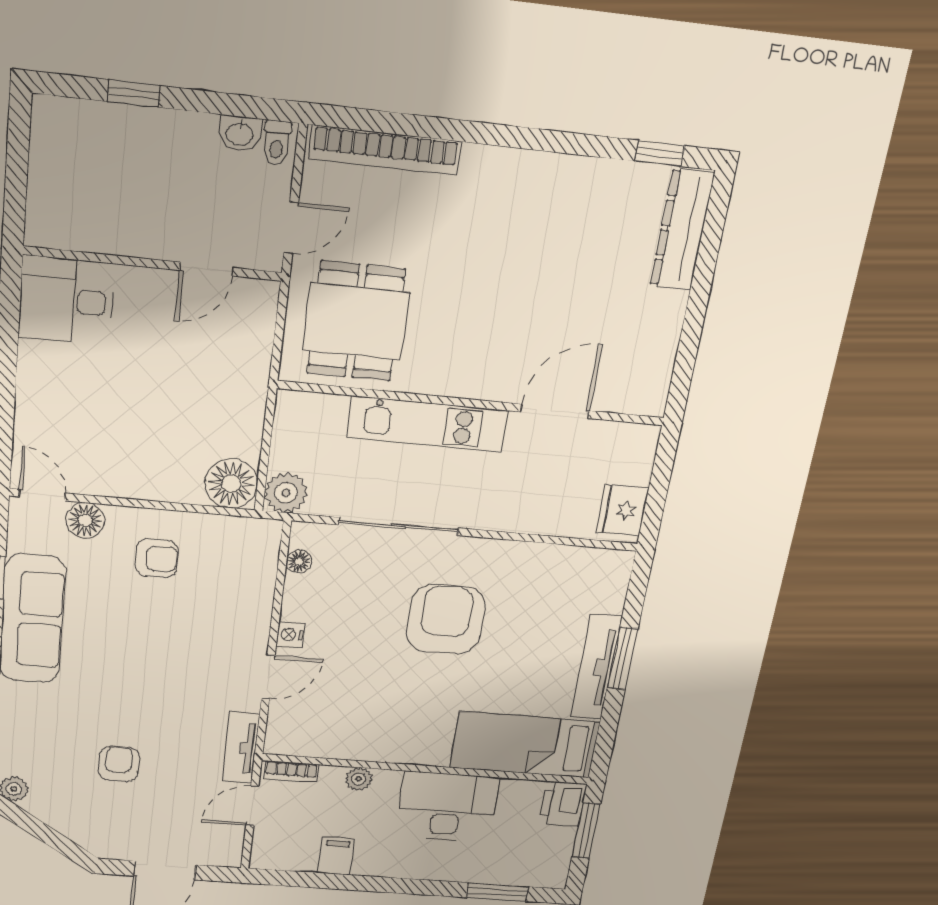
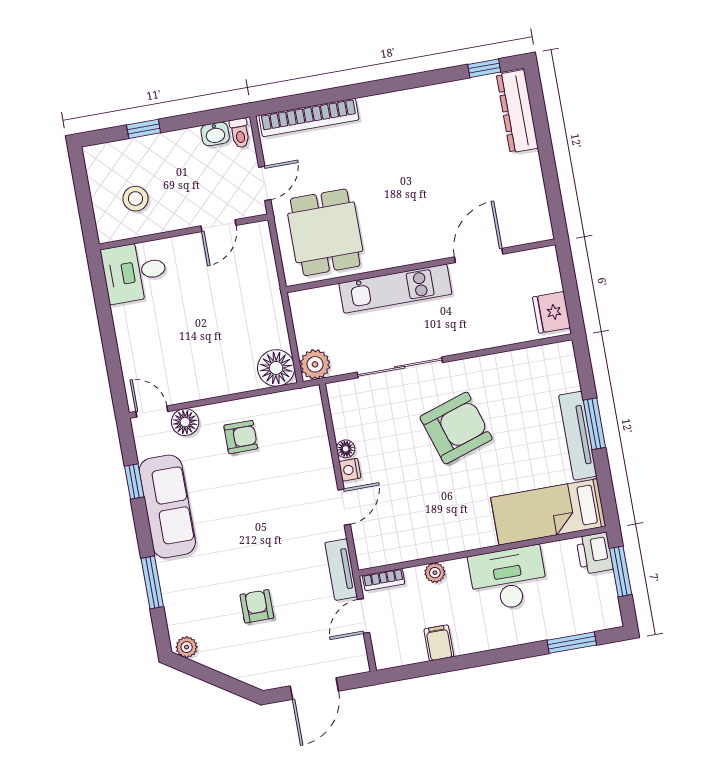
stool: (95, 195) -> (135, 199), added
floor lamp: (299, 562) -> (346, 449), moved
armchair: (446, 619) -> (456, 428), turned 72

